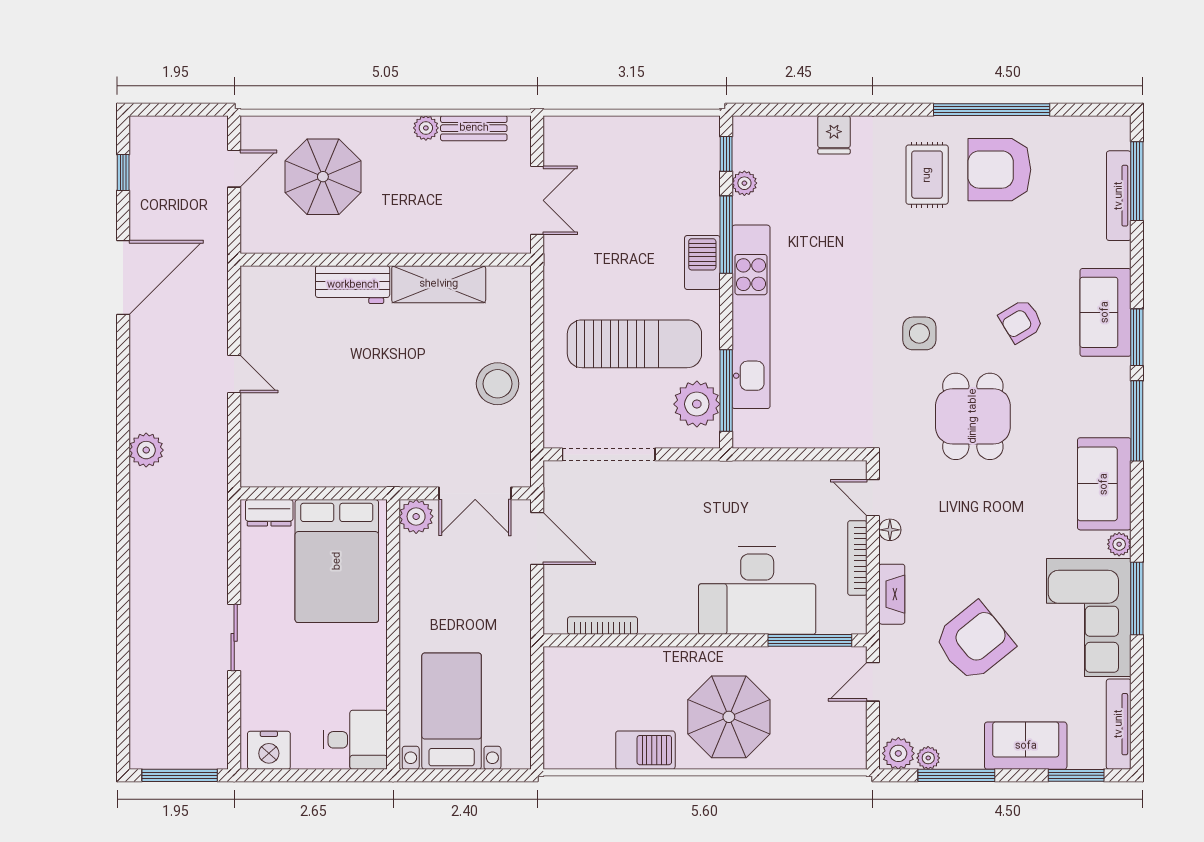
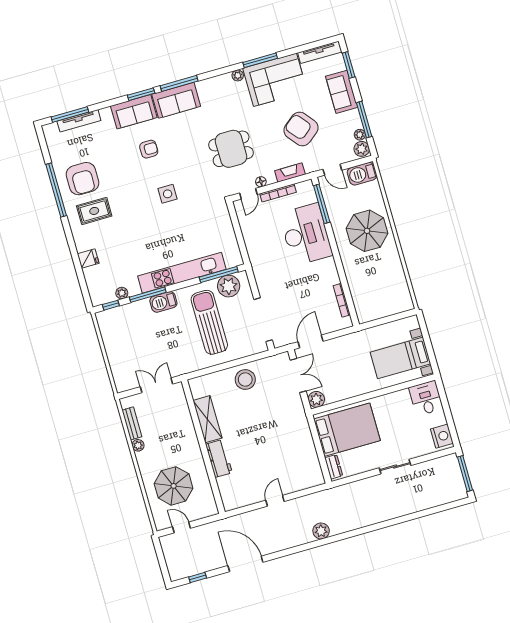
armchair: (1021, 321) -> (149, 149), turned -59
dining table: (973, 416) -> (231, 149), moved
sofa: (1104, 484) -> (176, 100), moved
barbecue: (645, 750) -> (362, 174), moved, turned -90

